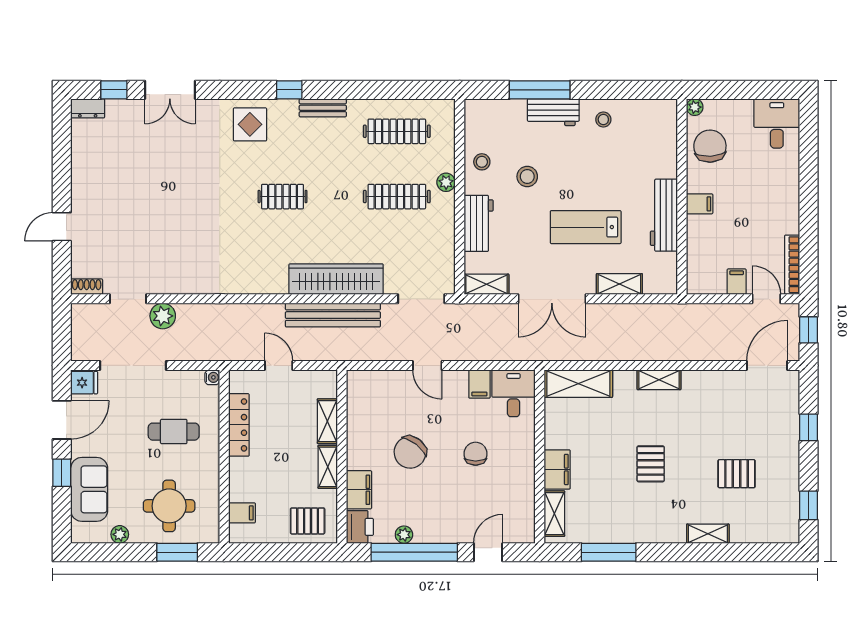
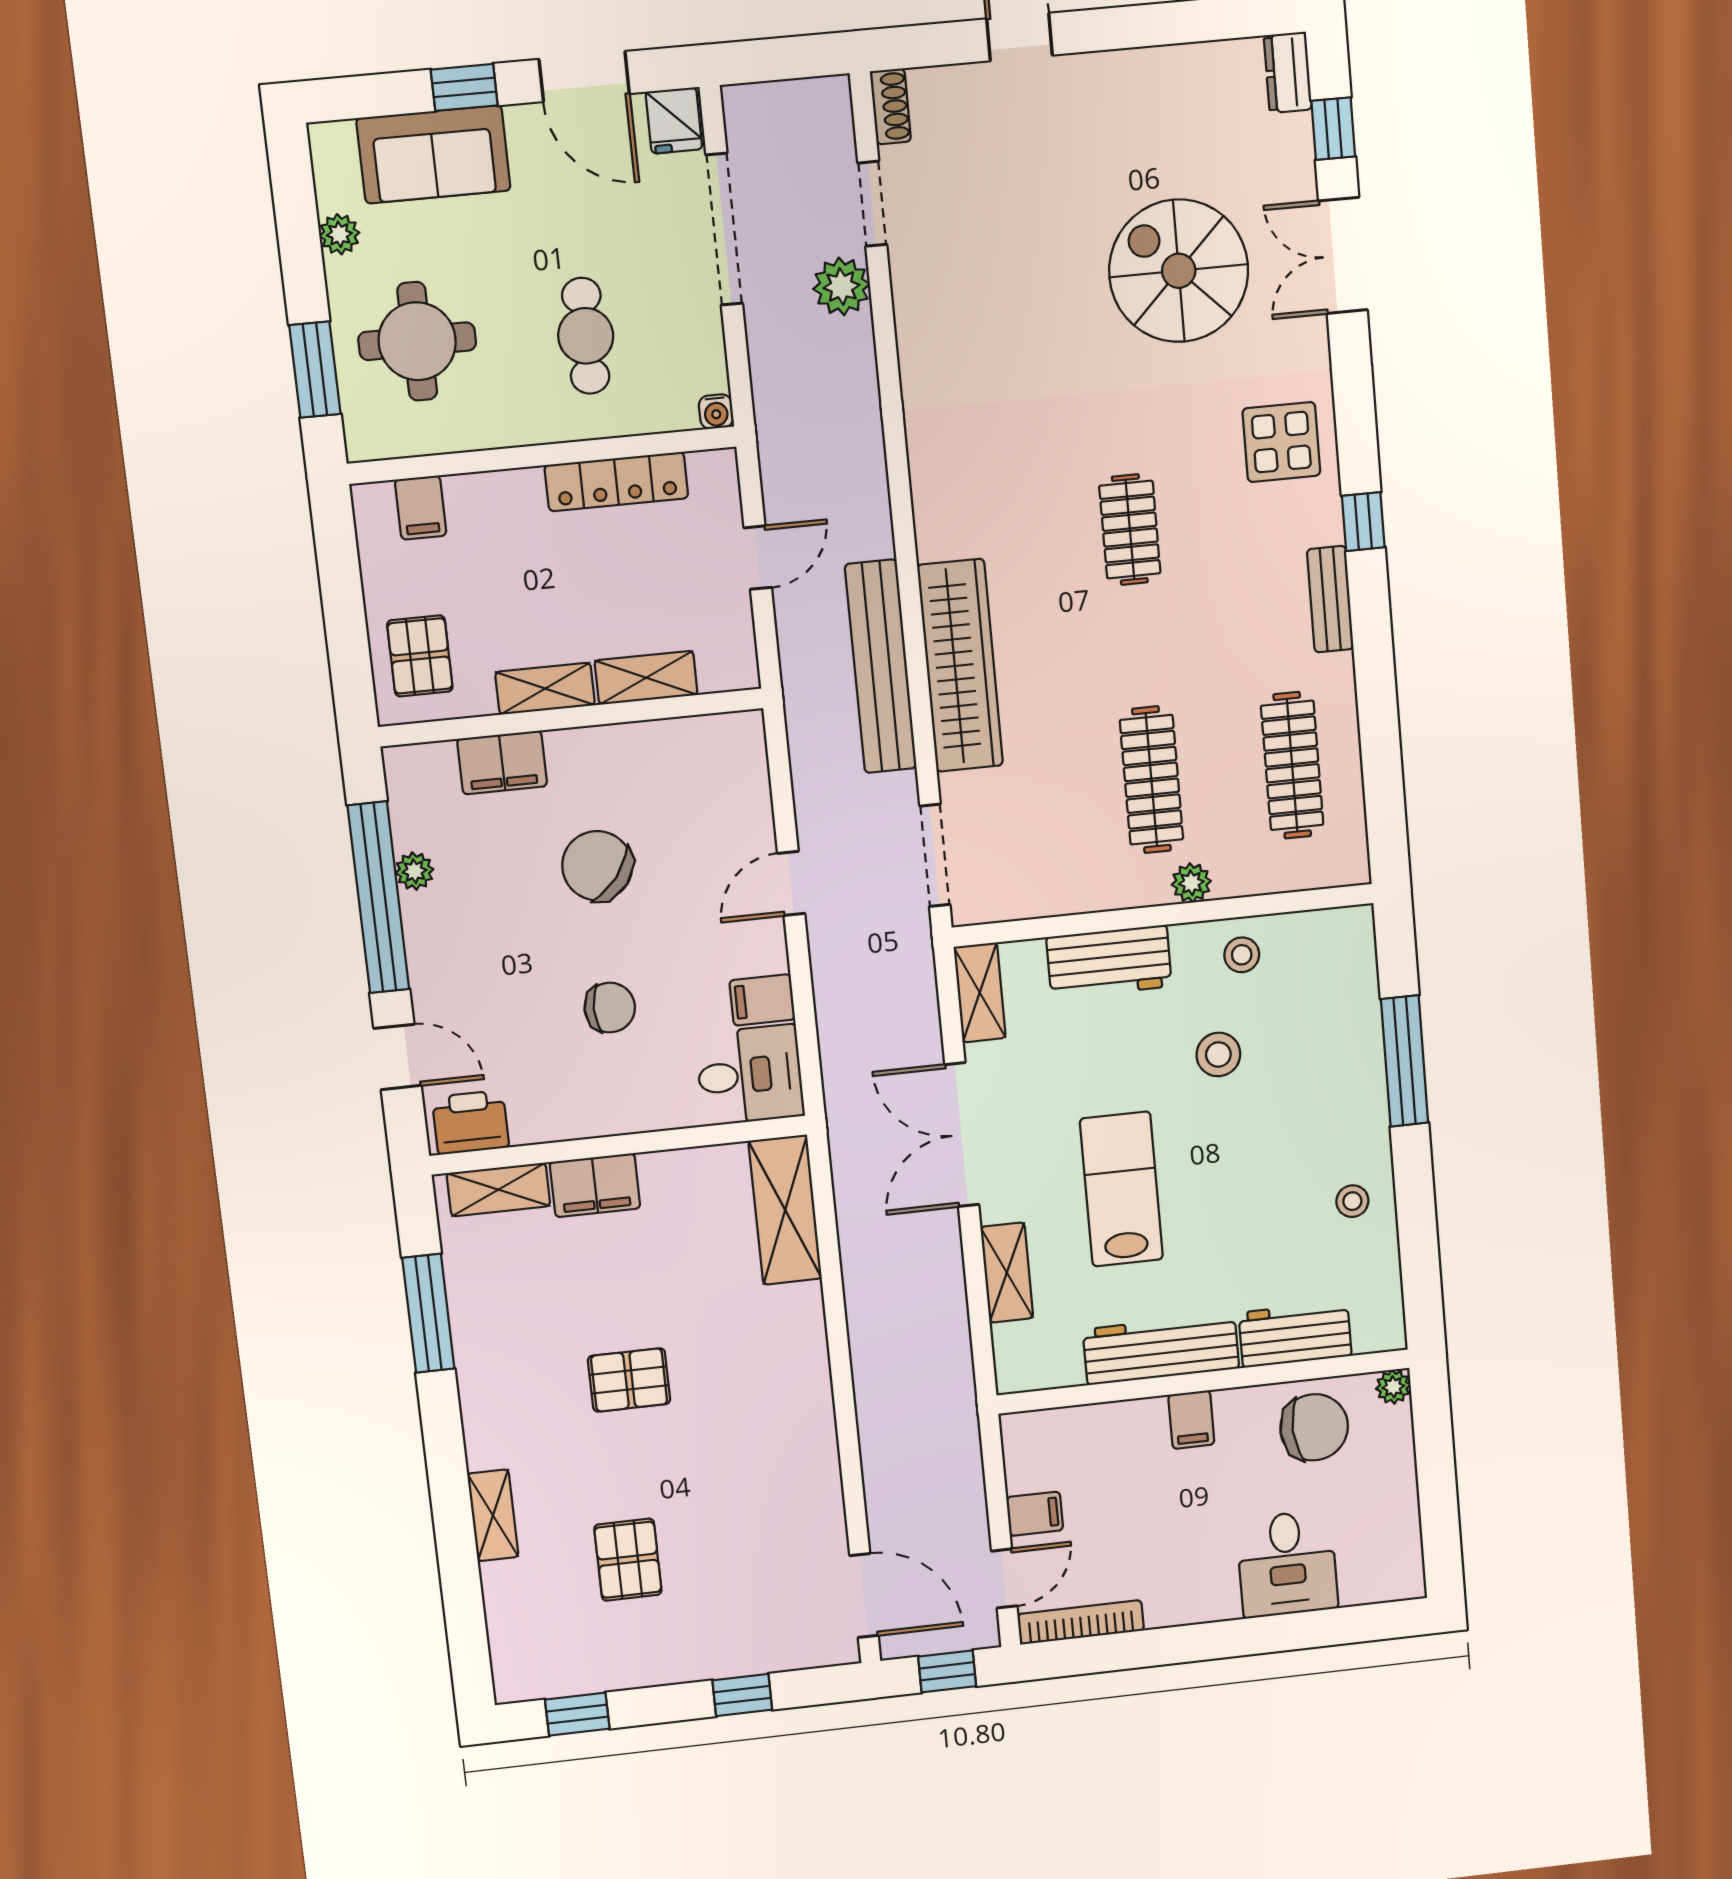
workbench: (553, 112) -> (1295, 1334), moved, turned 90
desk: (777, 123) -> (1287, 1564), moved, turned 90
spiral stairs: (170, 165) -> (1179, 271), added
shelving: (659, 380) -> (811, 1377), removed
printer: (360, 527) -> (470, 1122), moved, turned 180

